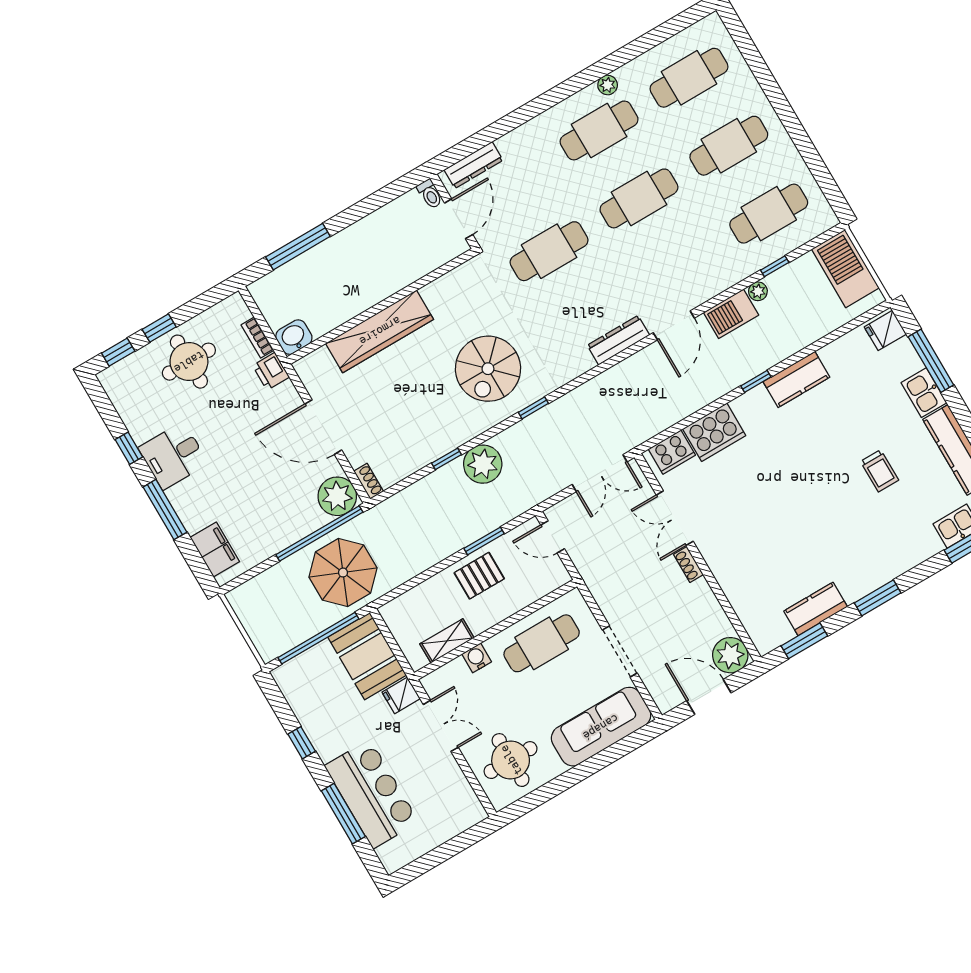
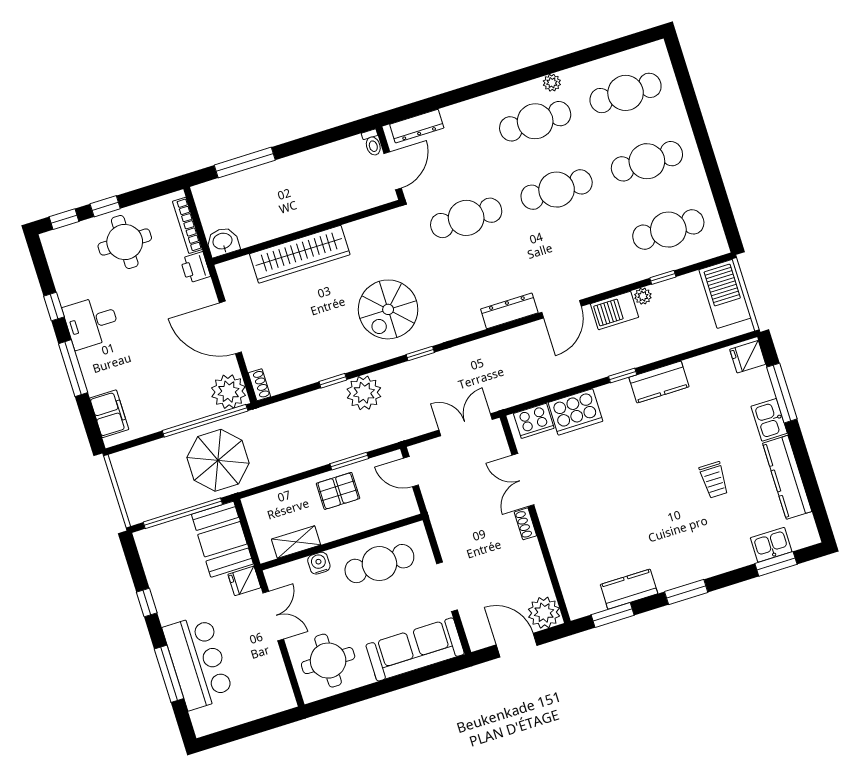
bookcase: (257, 338) -> (187, 225), width x1.56
double door: (600, 473) -> (466, 425), swing flipped

